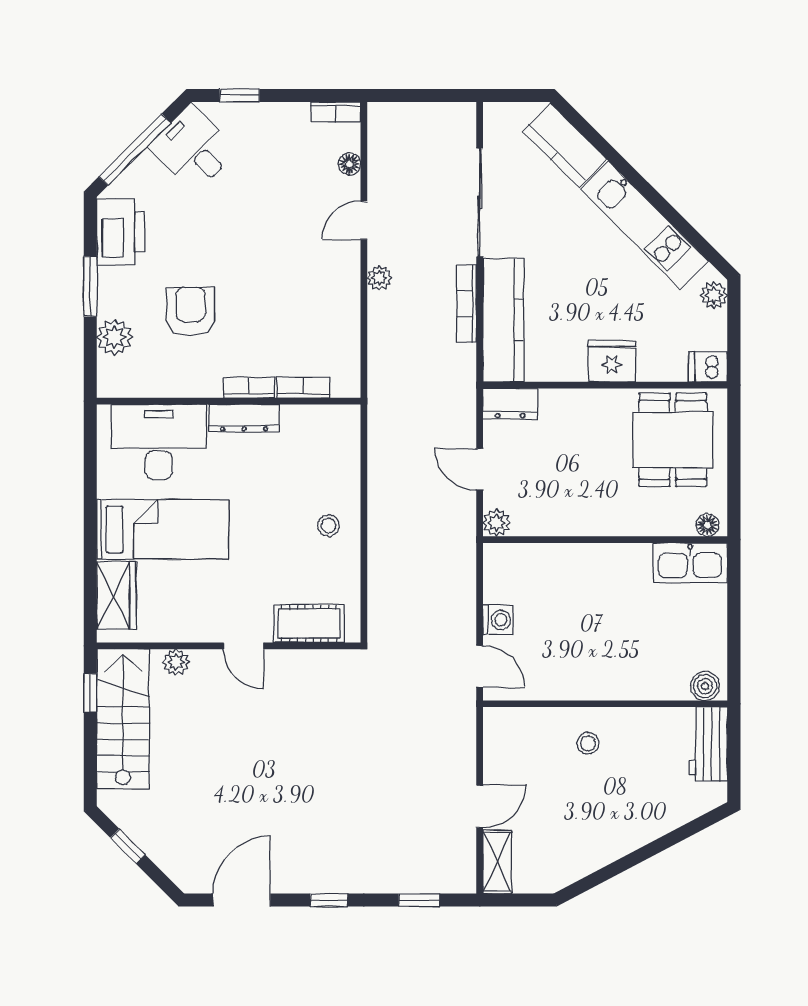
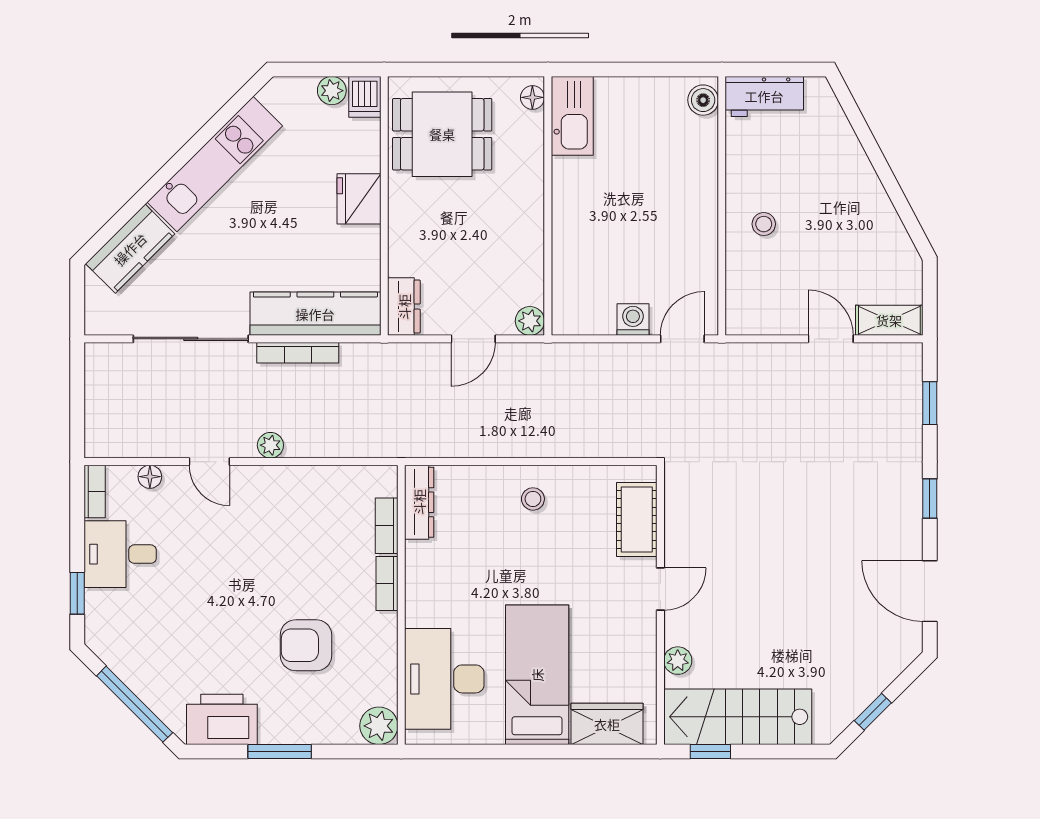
desk: (193, 149) -> (120, 554), moved, turned 45
plant: (714, 295) -> (332, 91), moved
plant: (115, 337) -> (379, 726), moved
dresser: (244, 418) -> (419, 502), moved

